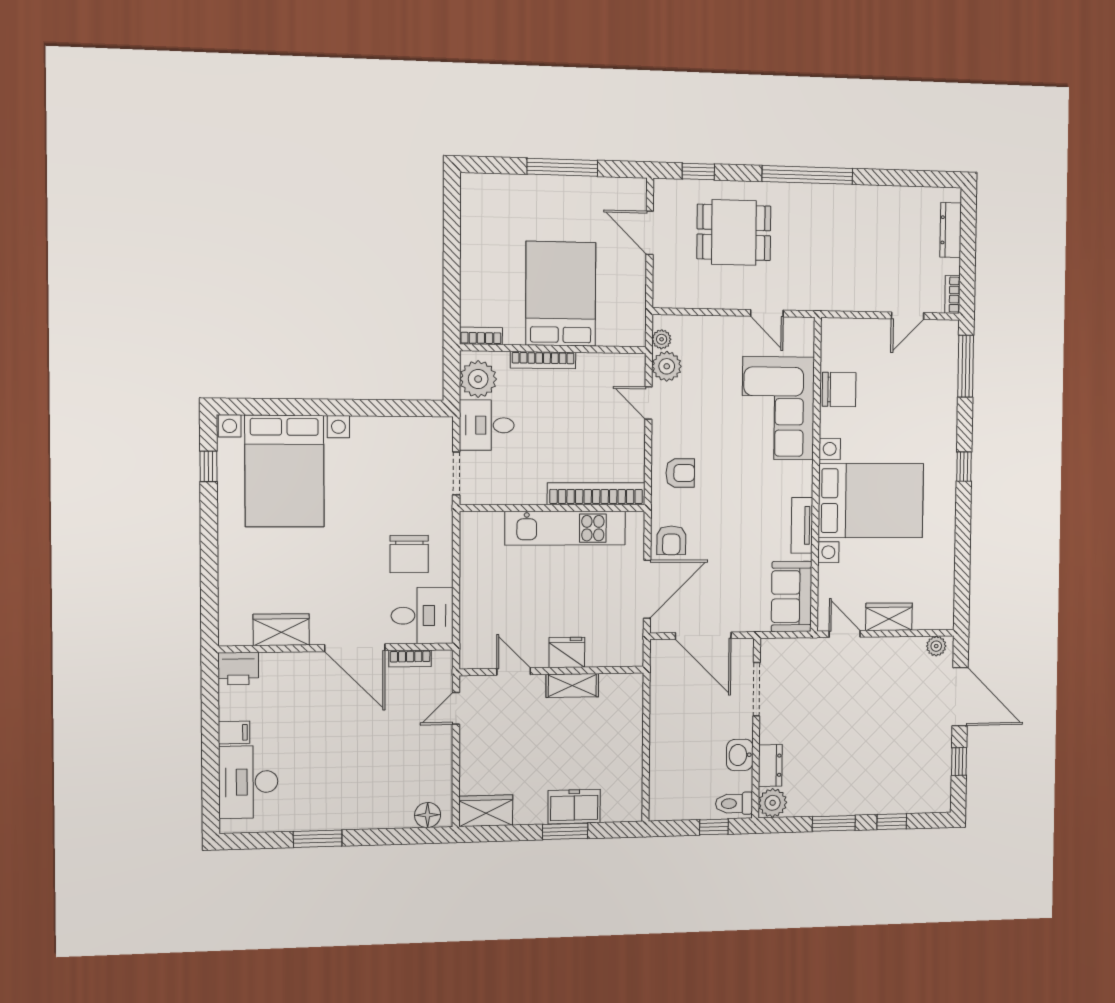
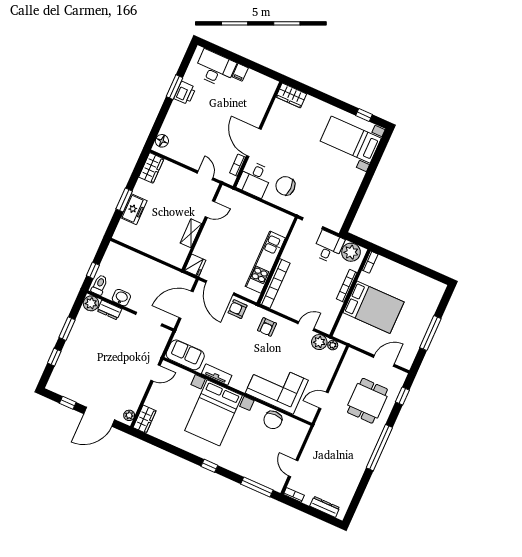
bed with nightstands: (284, 471) -> (351, 140), width x0.73
wardrobe: (889, 617) -> (145, 419), moved
wardrobe: (281, 630) -> (291, 95), moved, turned 90
door: (355, 648) -> (254, 143), hinge flipped
fridge: (567, 652) -> (195, 265), moved
printer: (238, 669) -> (185, 93), moved, turned 180

